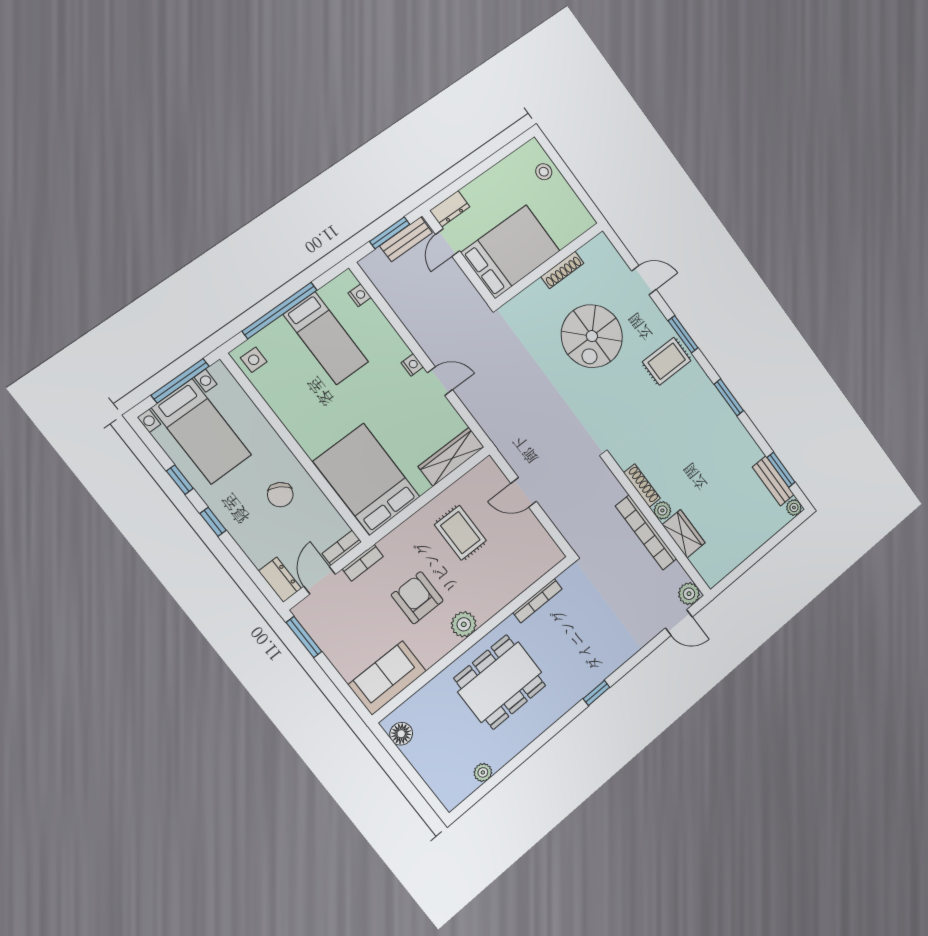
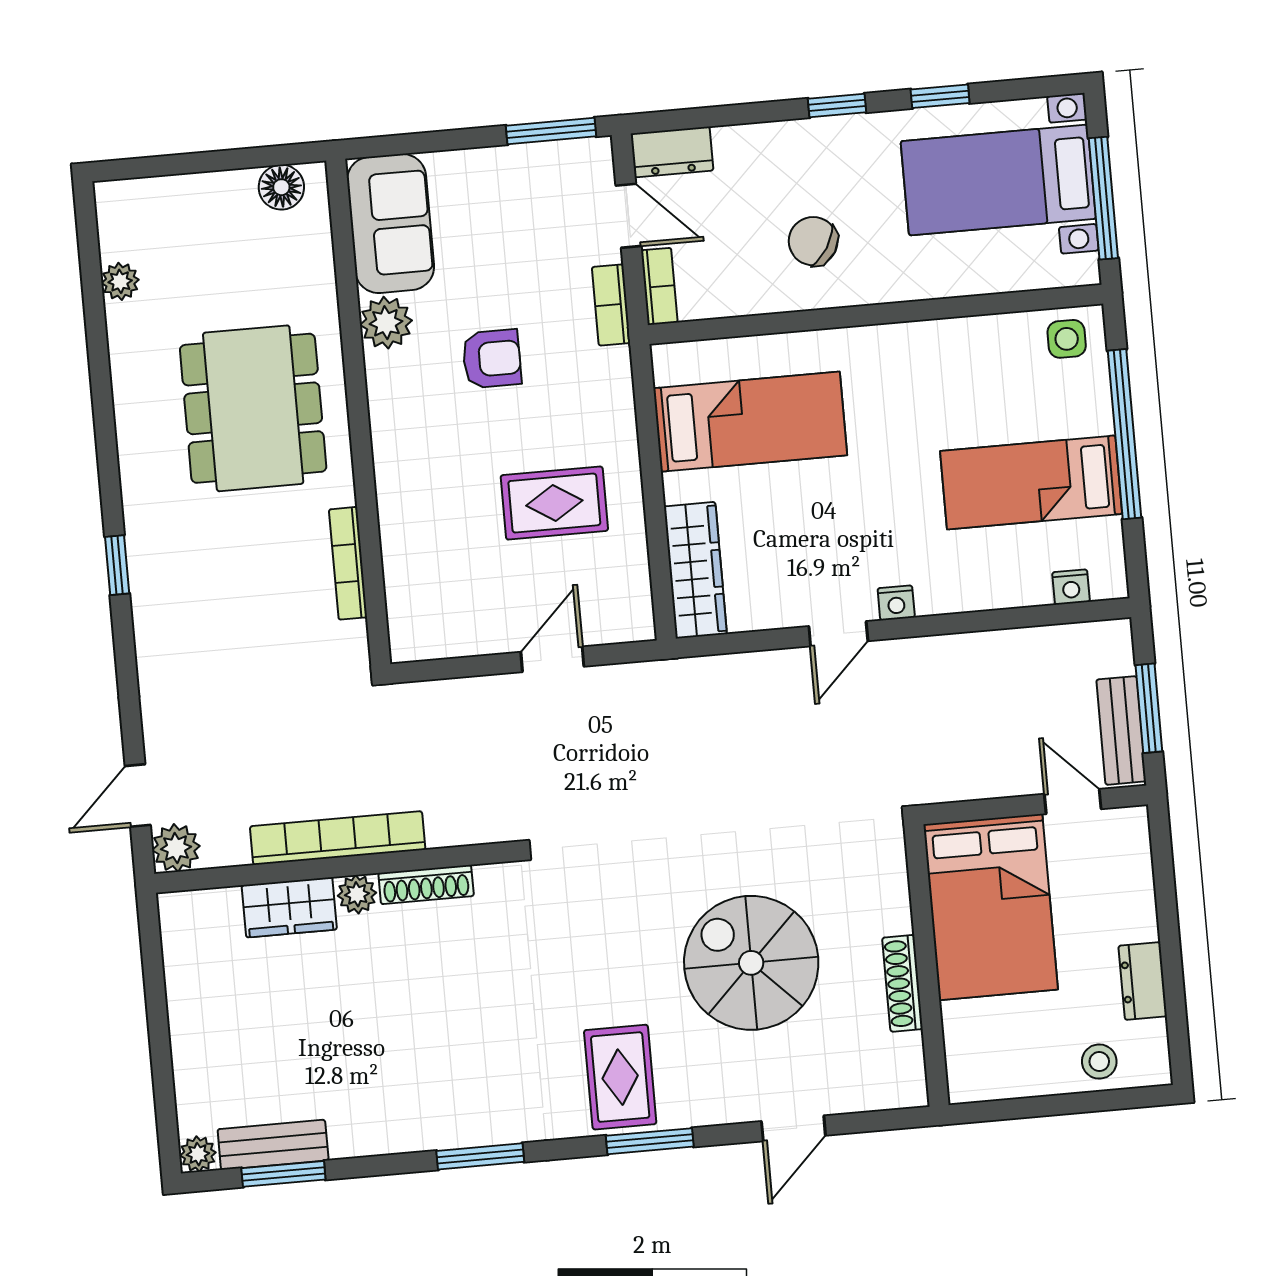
dresser: (450, 209) -> (1143, 981), moved
bed: (367, 479) -> (750, 422), width x0.67
armchair: (417, 598) -> (492, 359), width x0.72, depth x0.72
plant: (464, 624) -> (386, 323), moved

